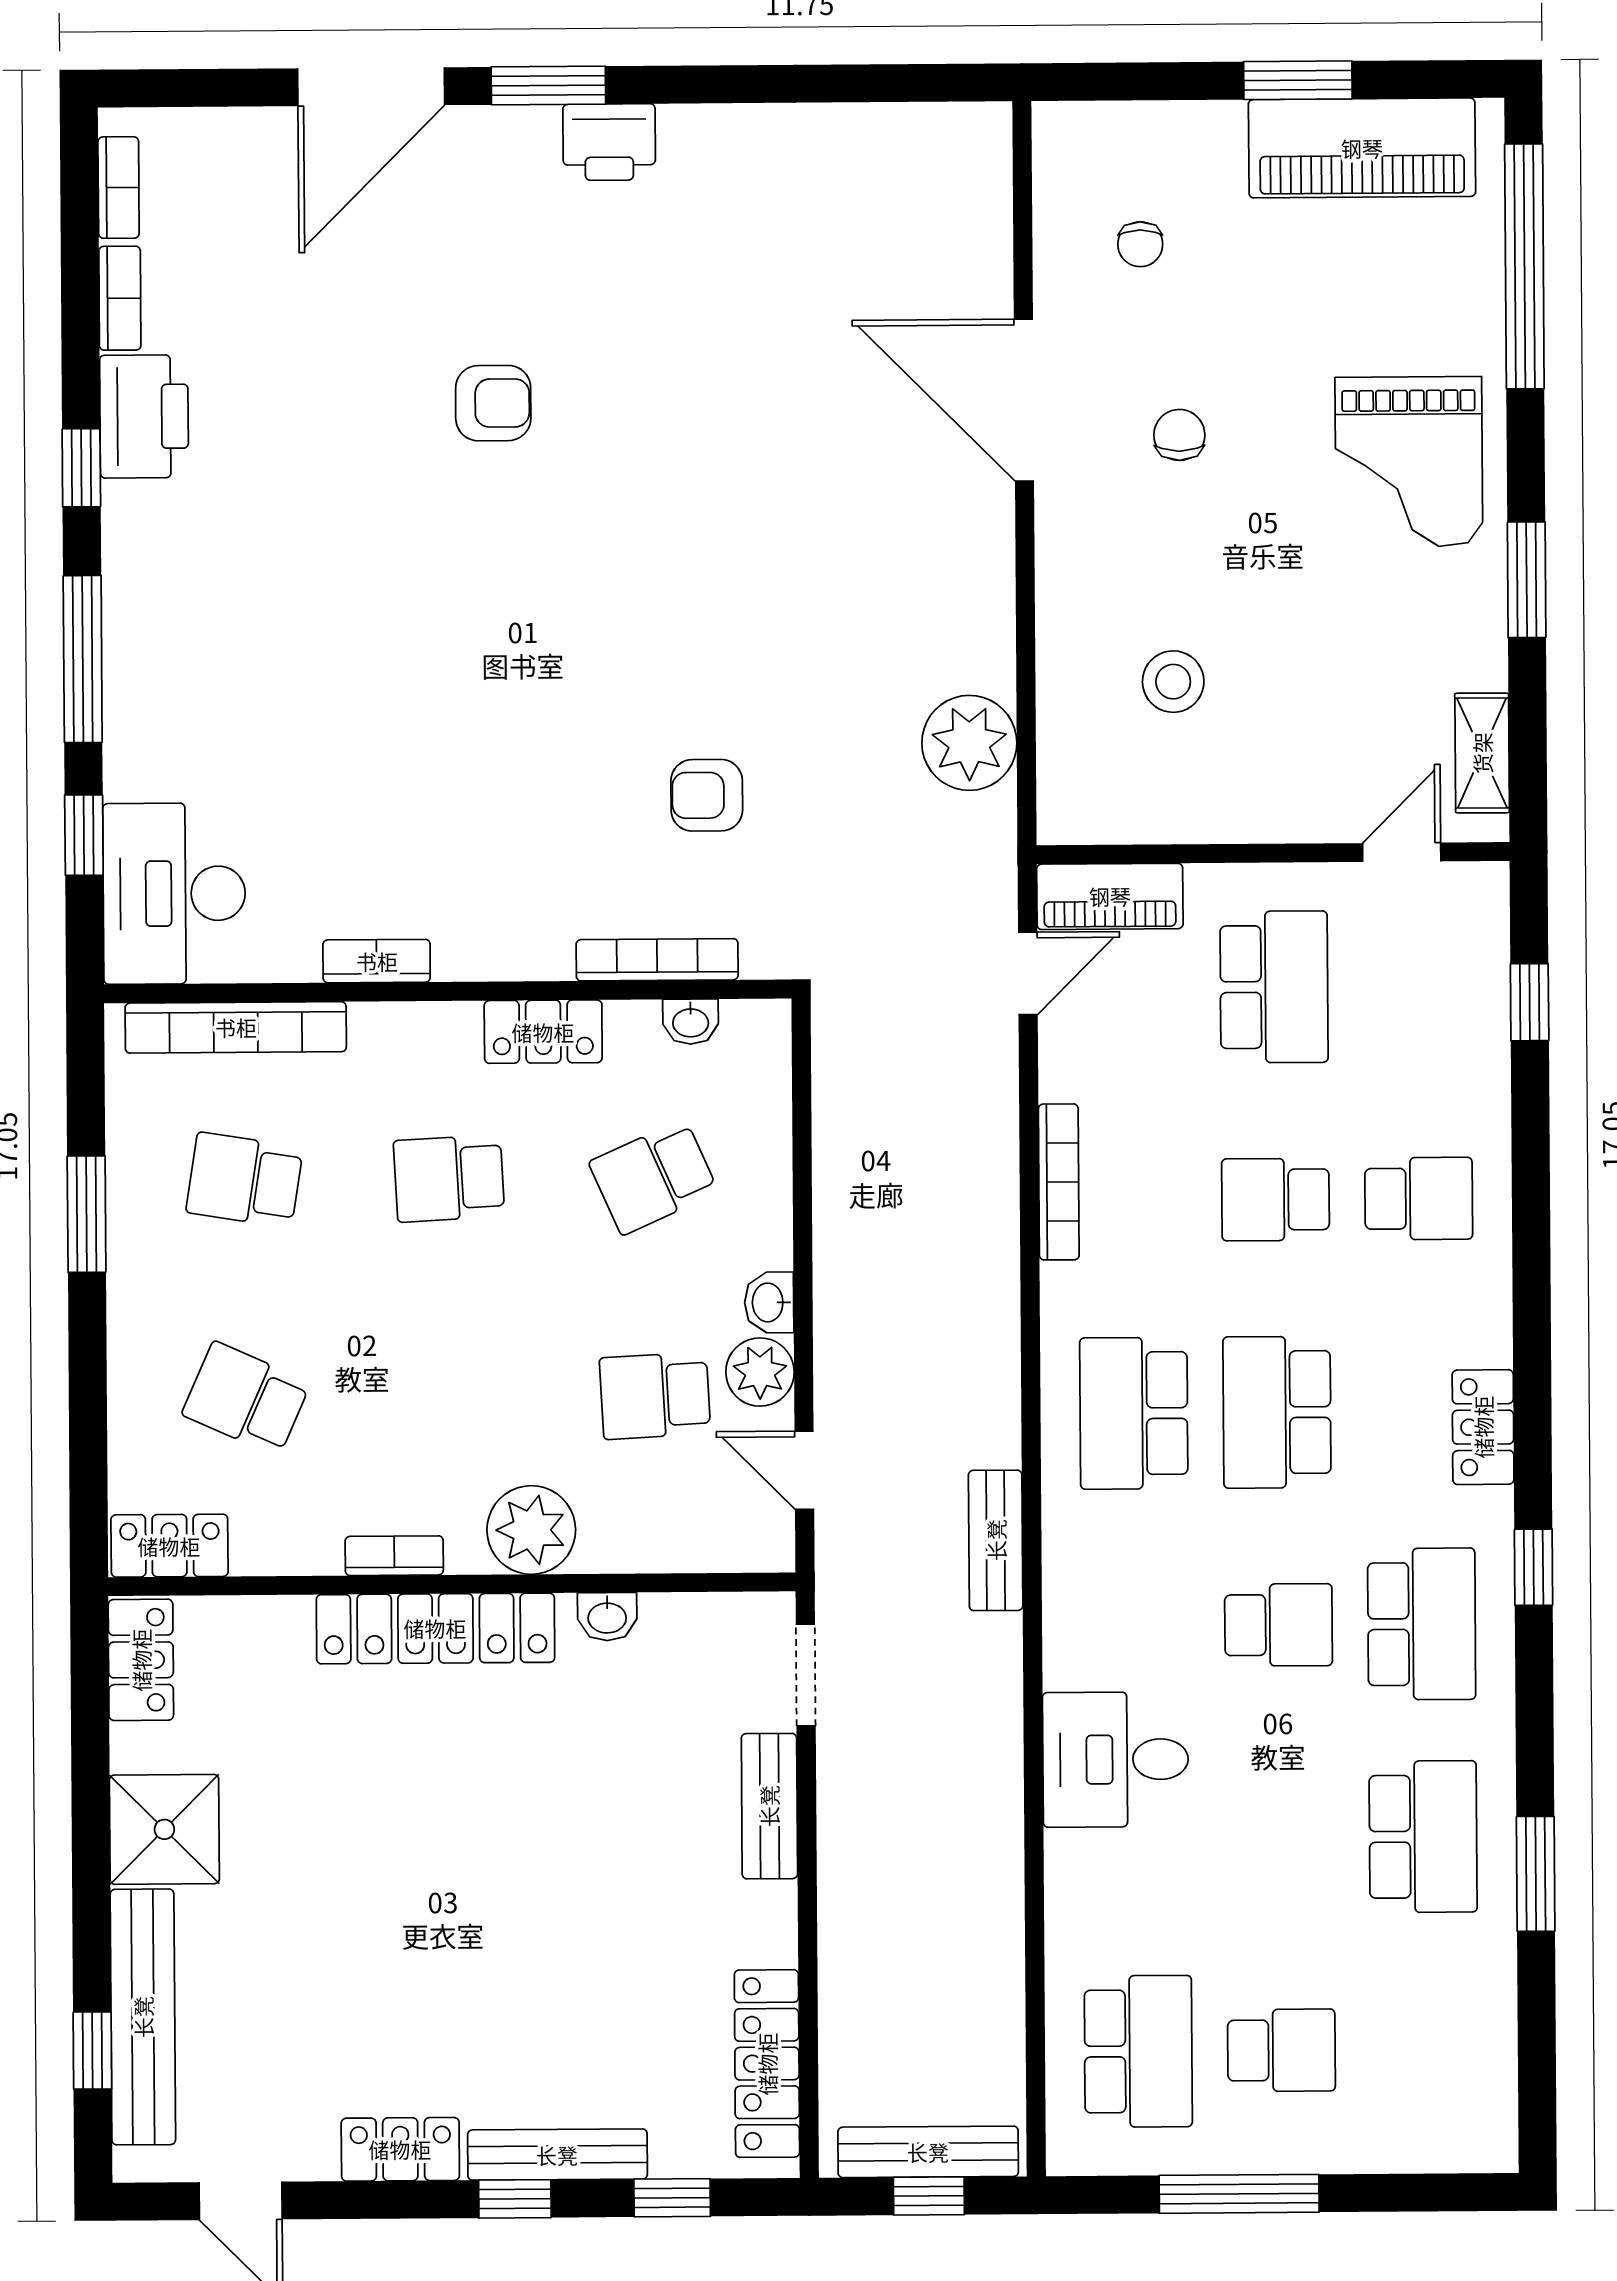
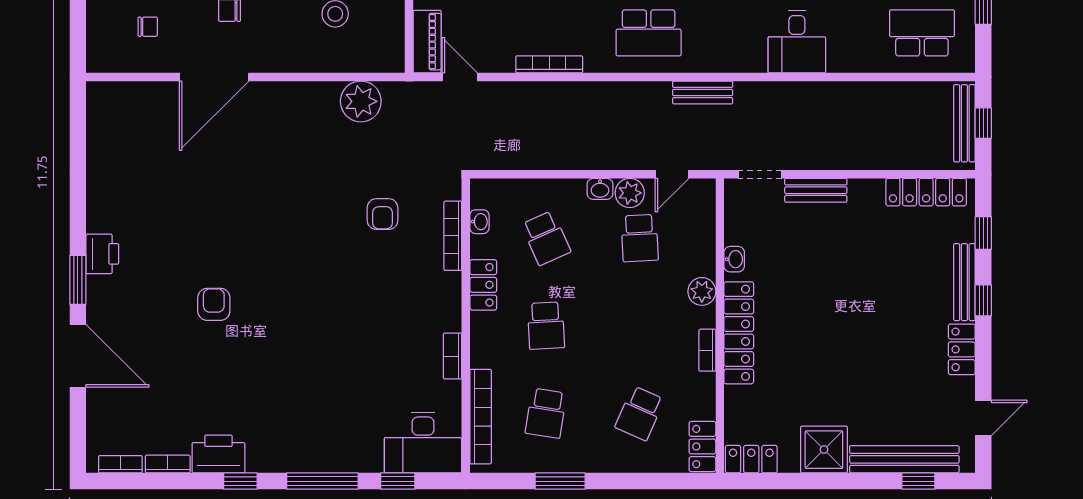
plant: (531, 1530) -> (702, 291), width x0.73, depth x0.73

